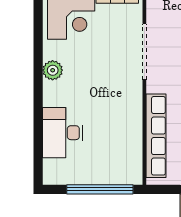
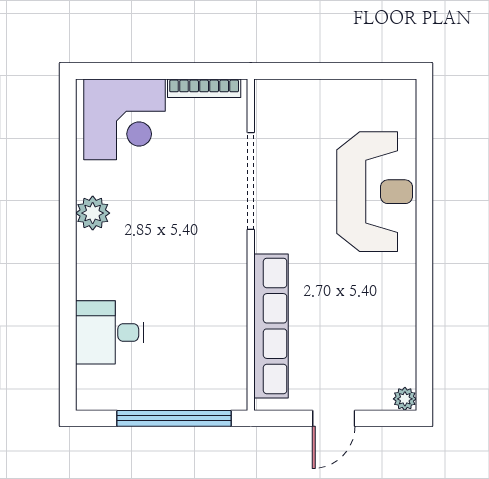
desk: (63, 133) -> (110, 332), width x0.73

